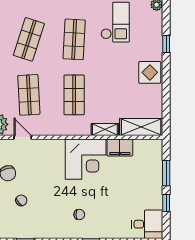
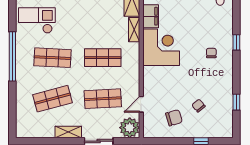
shop shelf: (29, 39) -> (53, 99), turned -33

